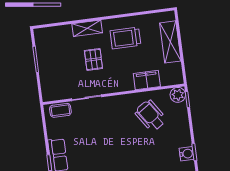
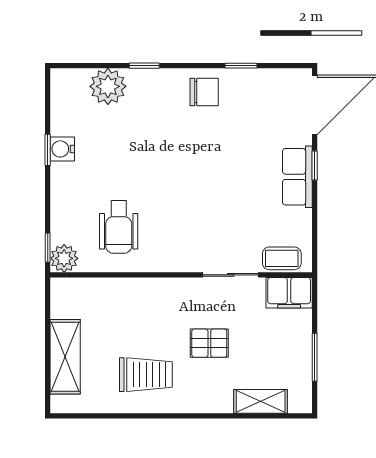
shelving: (87, 28) -> (261, 401), moved
pallet: (93, 59) -> (209, 343), turned 90
filing cabinet: (147, 80) -> (289, 293), moved
wheelchair: (151, 116) -> (119, 227), turned 34

